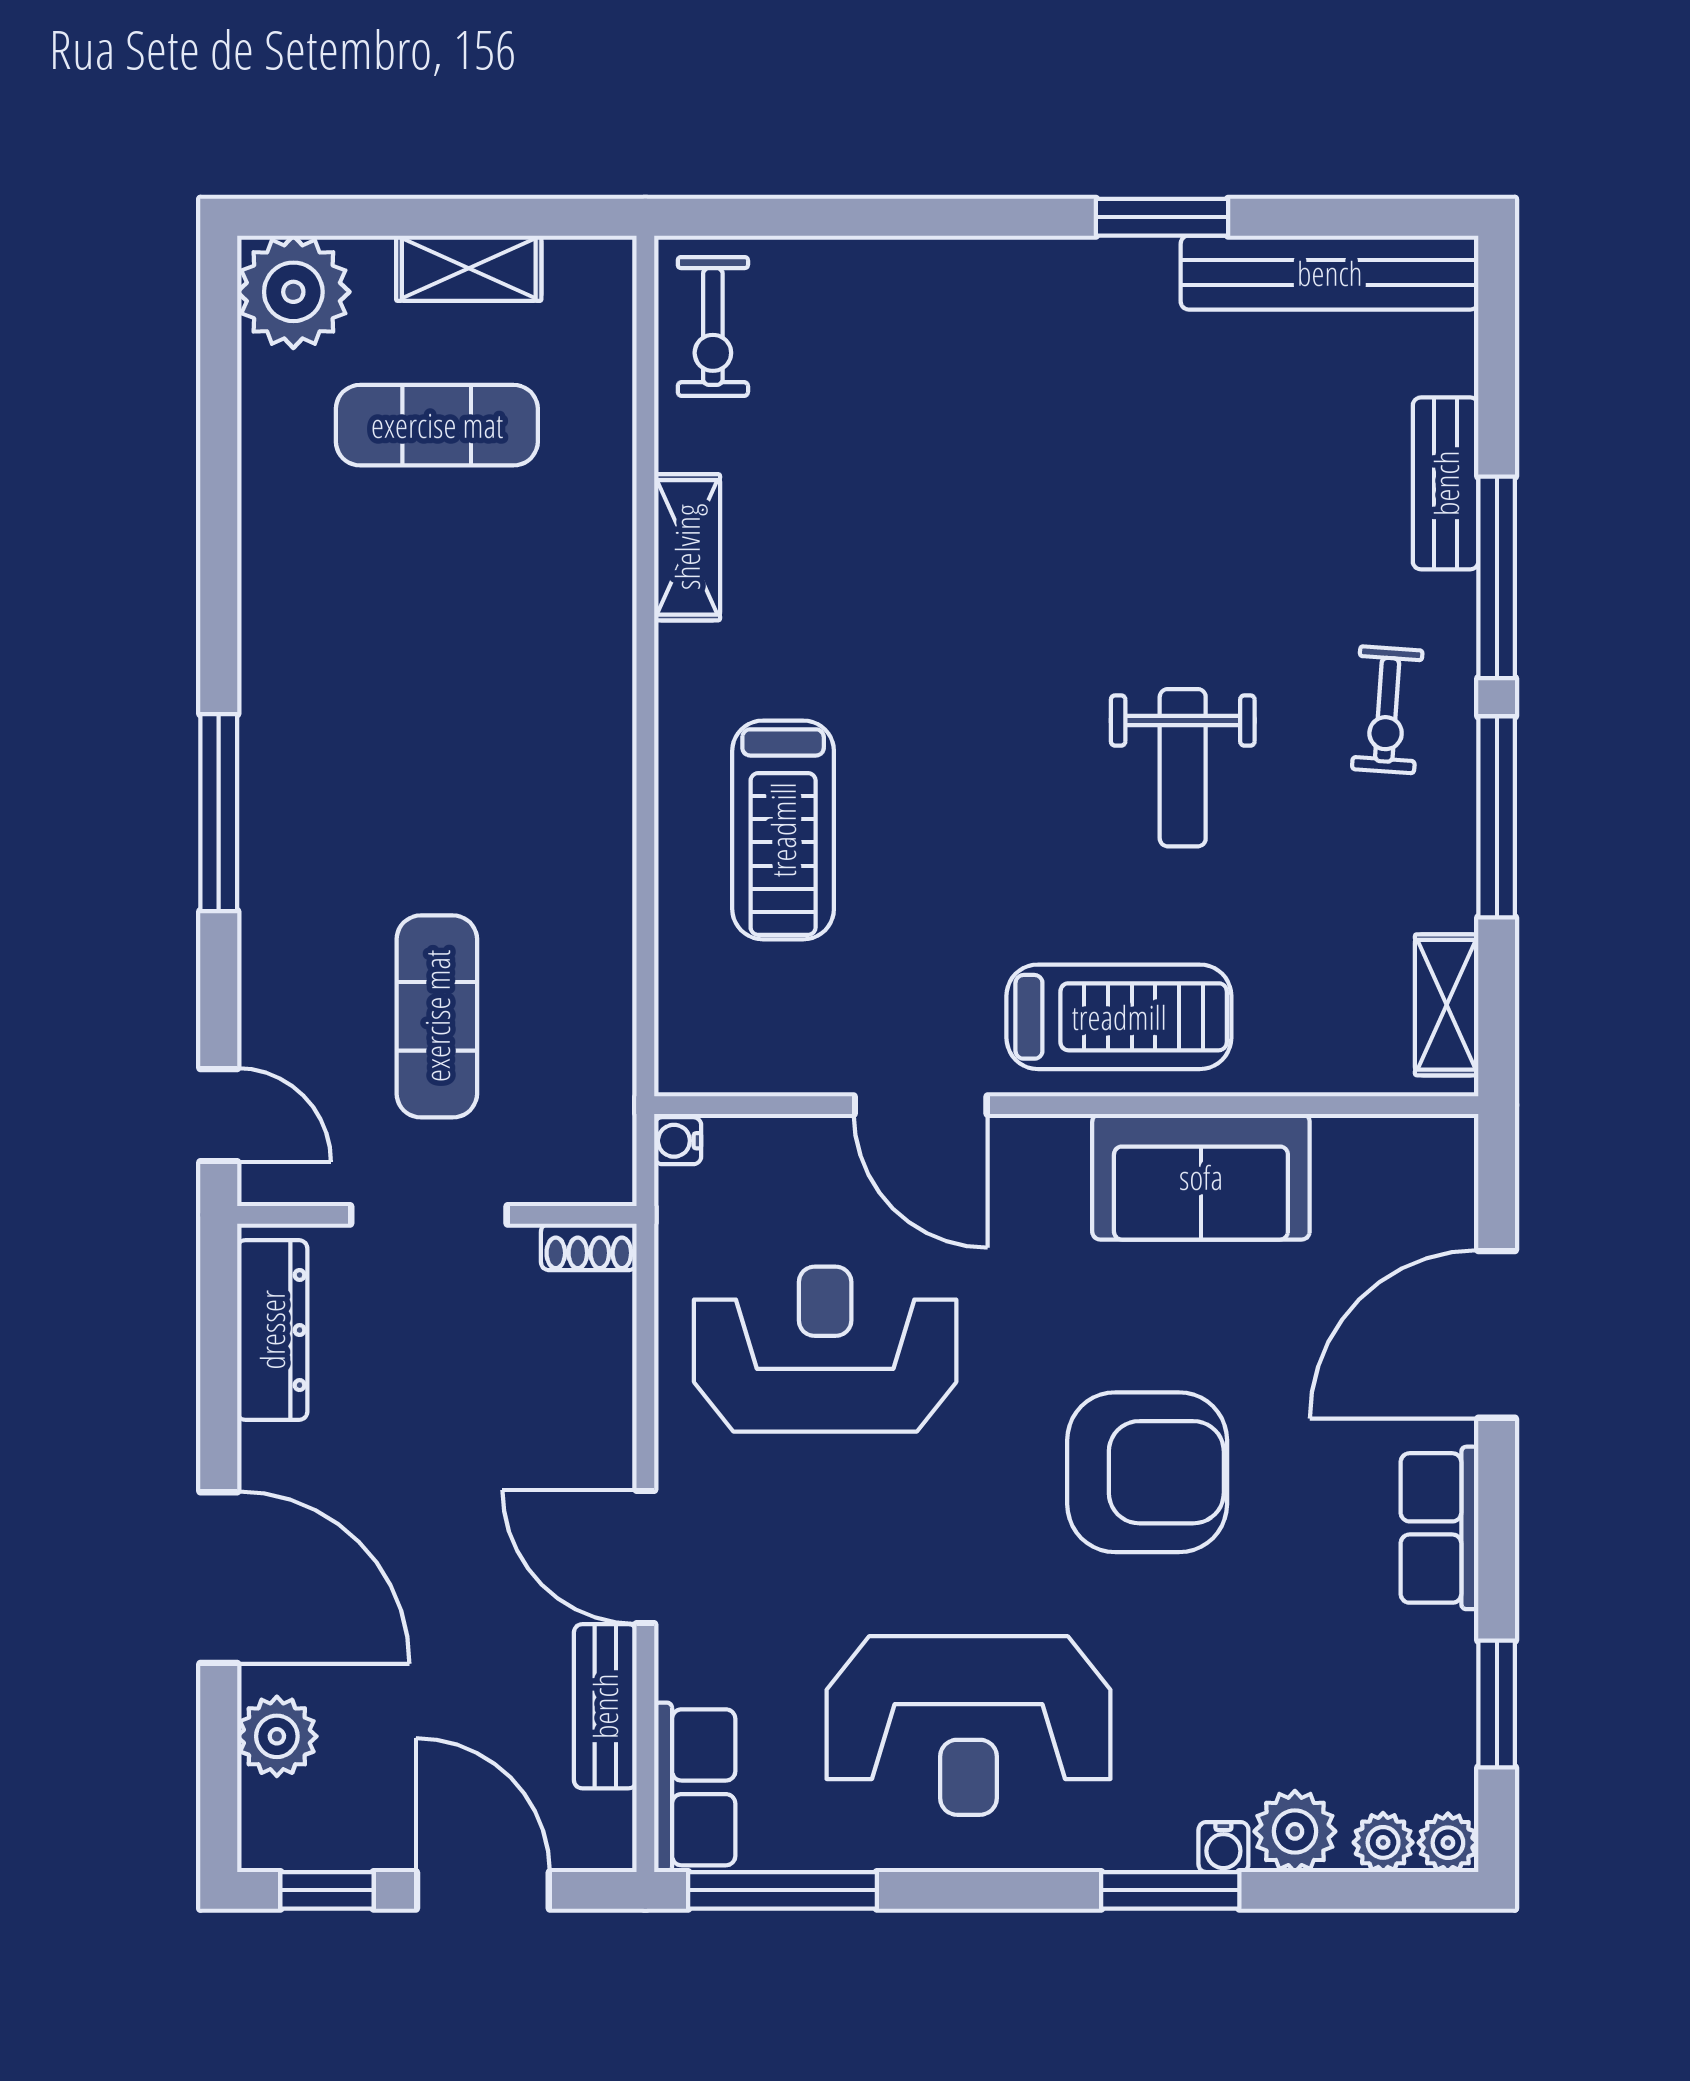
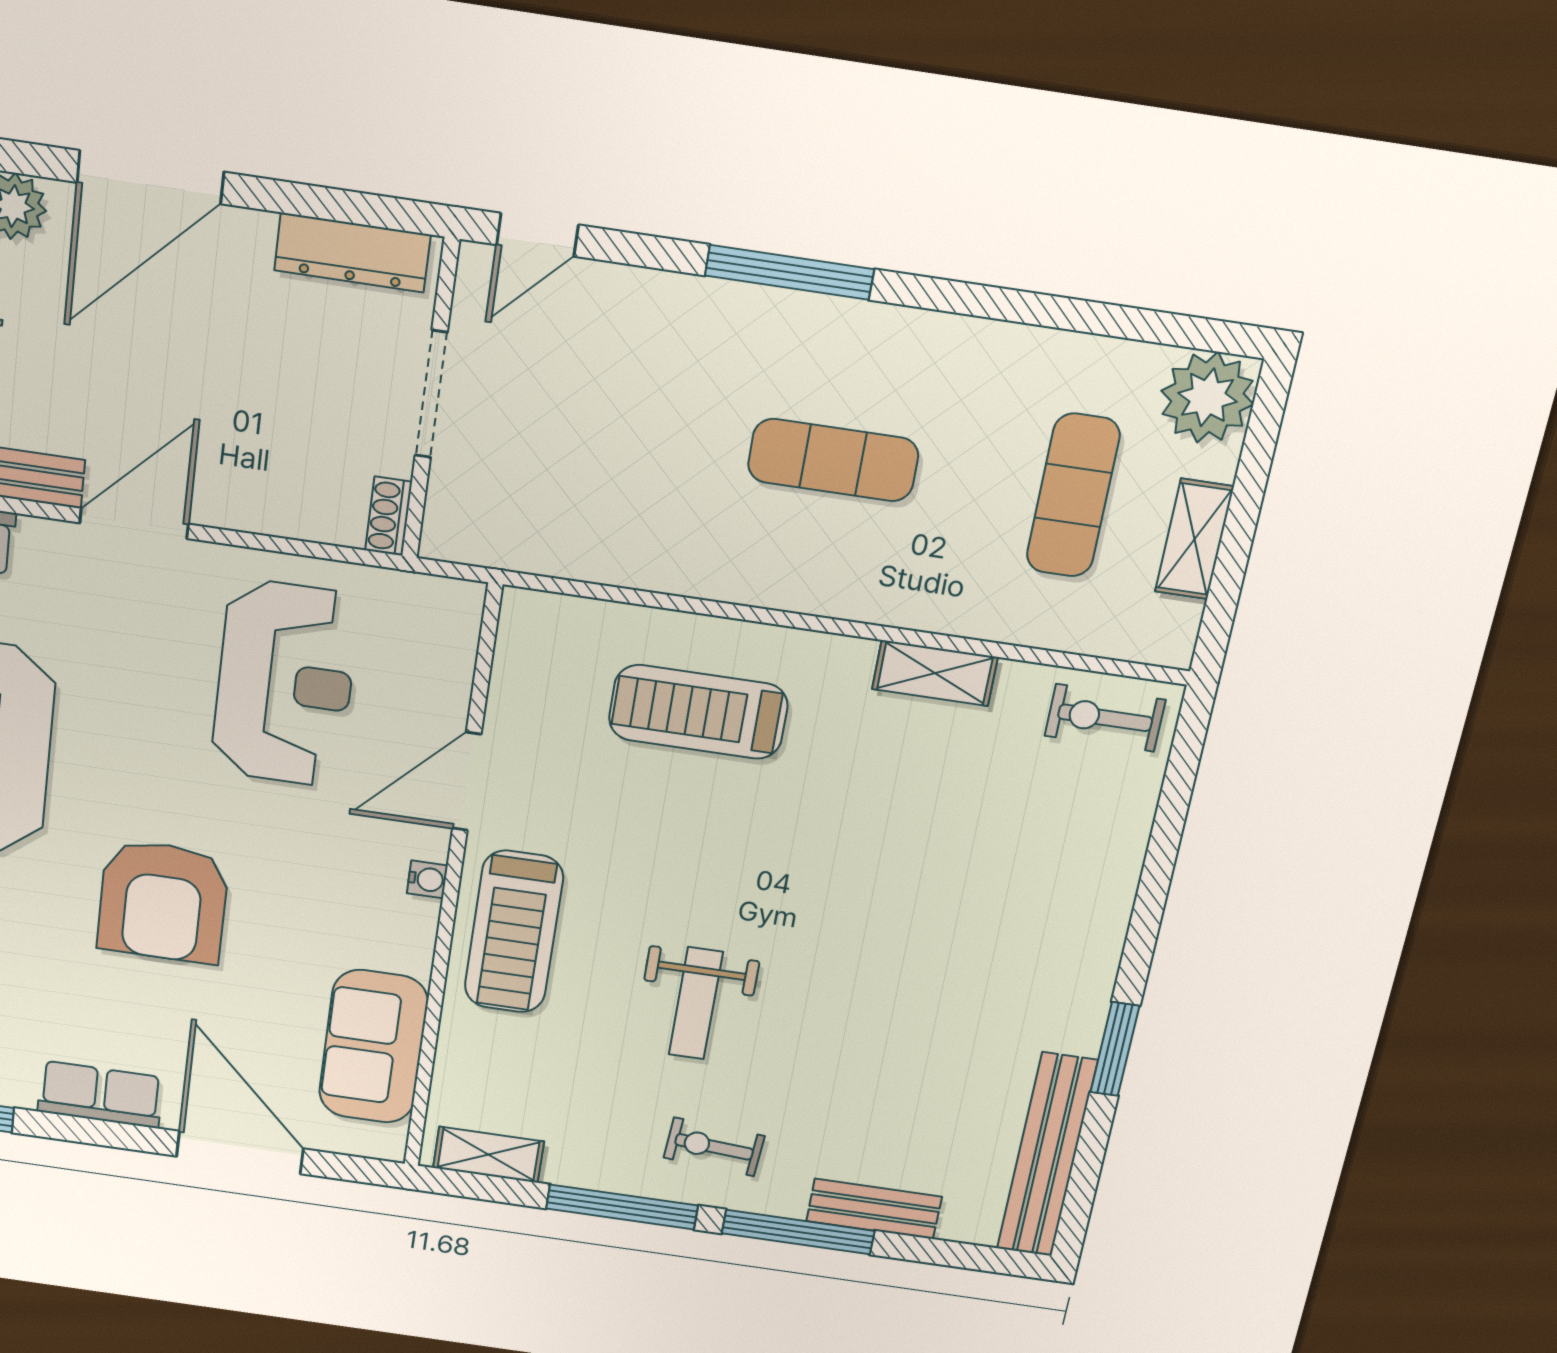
weight bench: (1183, 768) -> (696, 1003), turned -90
exercise mat: (437, 1016) -> (833, 460), moved
water cooler: (678, 1141) -> (427, 879), moved, turned 90
sofa: (1201, 1177) -> (373, 1047), moved

